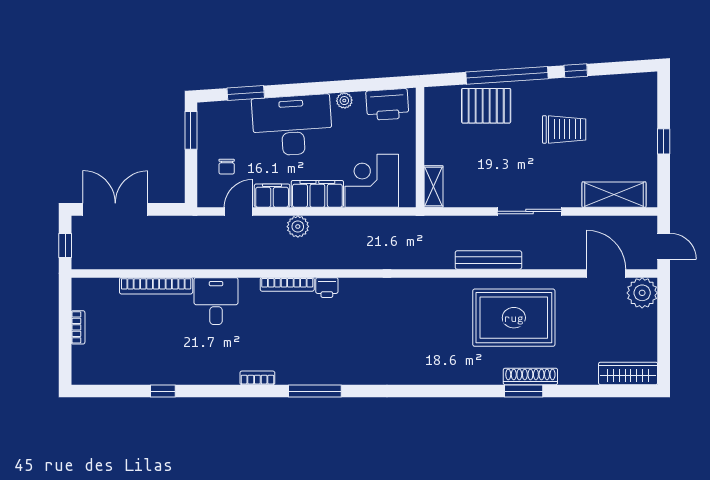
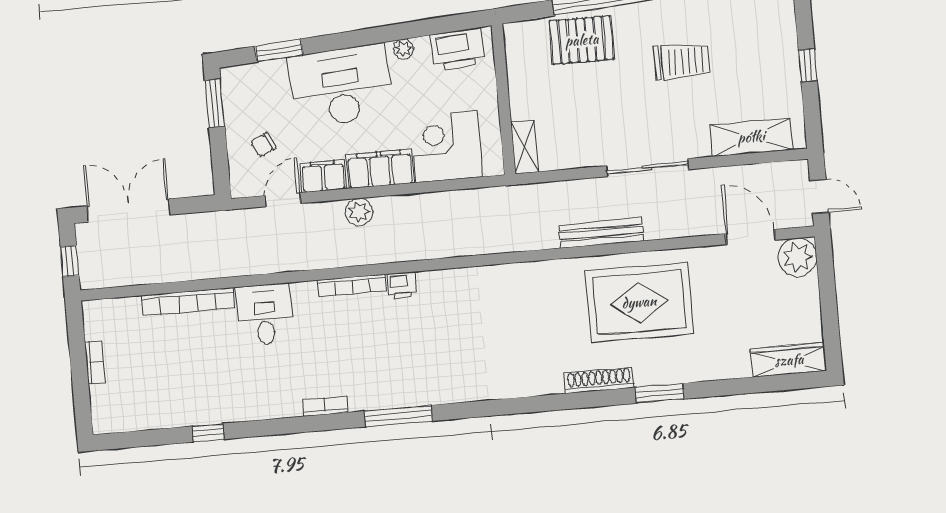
chair: (227, 167) -> (263, 145), turned 65
shoe rack: (530, 376) -> (599, 380), moved

